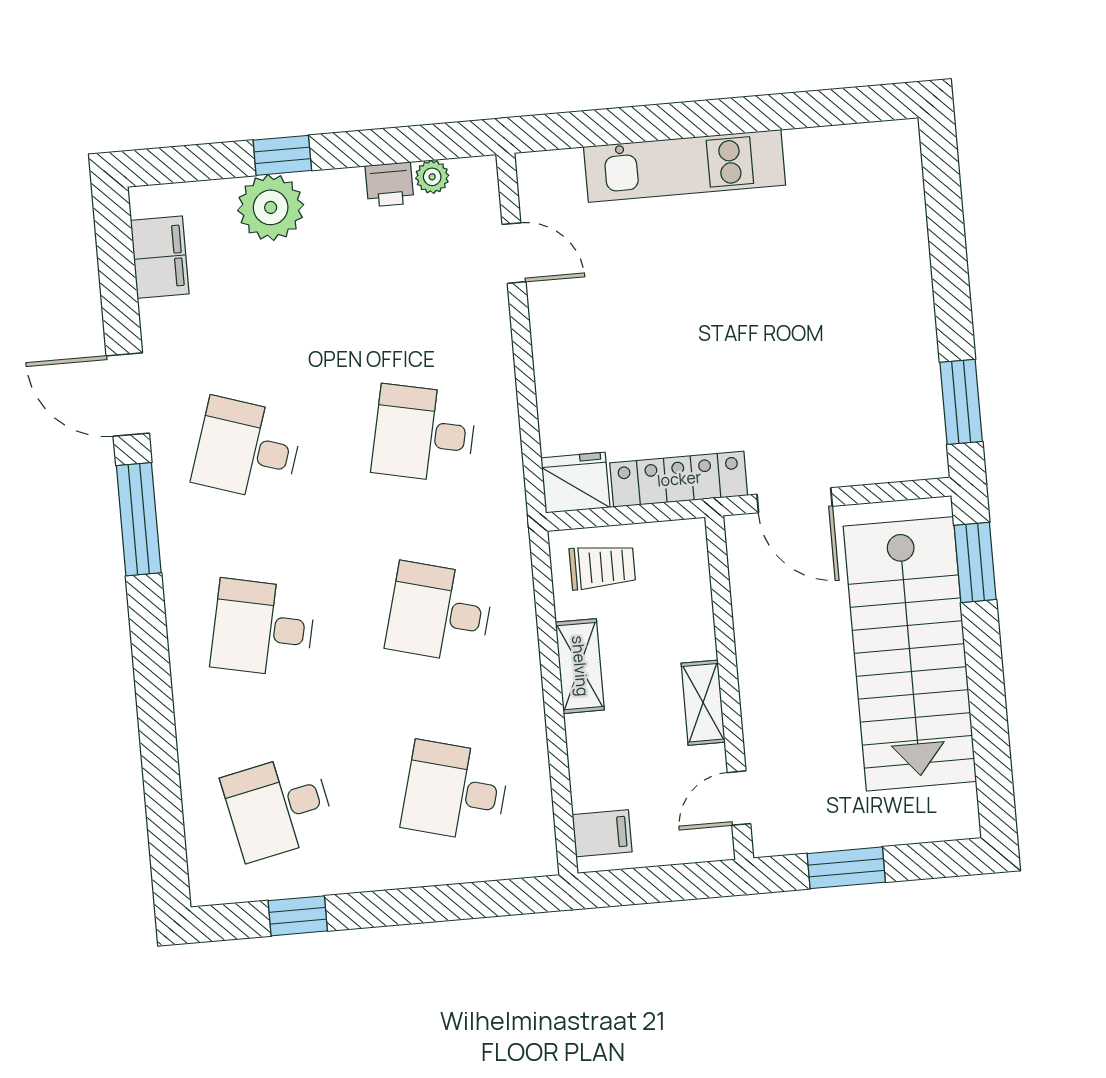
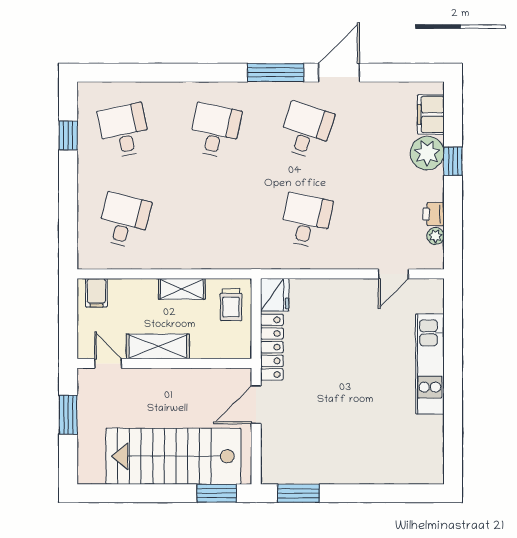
filing cabinet: (160, 257) -> (431, 115), moved, turned 90
desk: (440, 613) -> (215, 220), removed
shelving: (703, 703) -> (158, 346), width x1.50, depth x1.33

